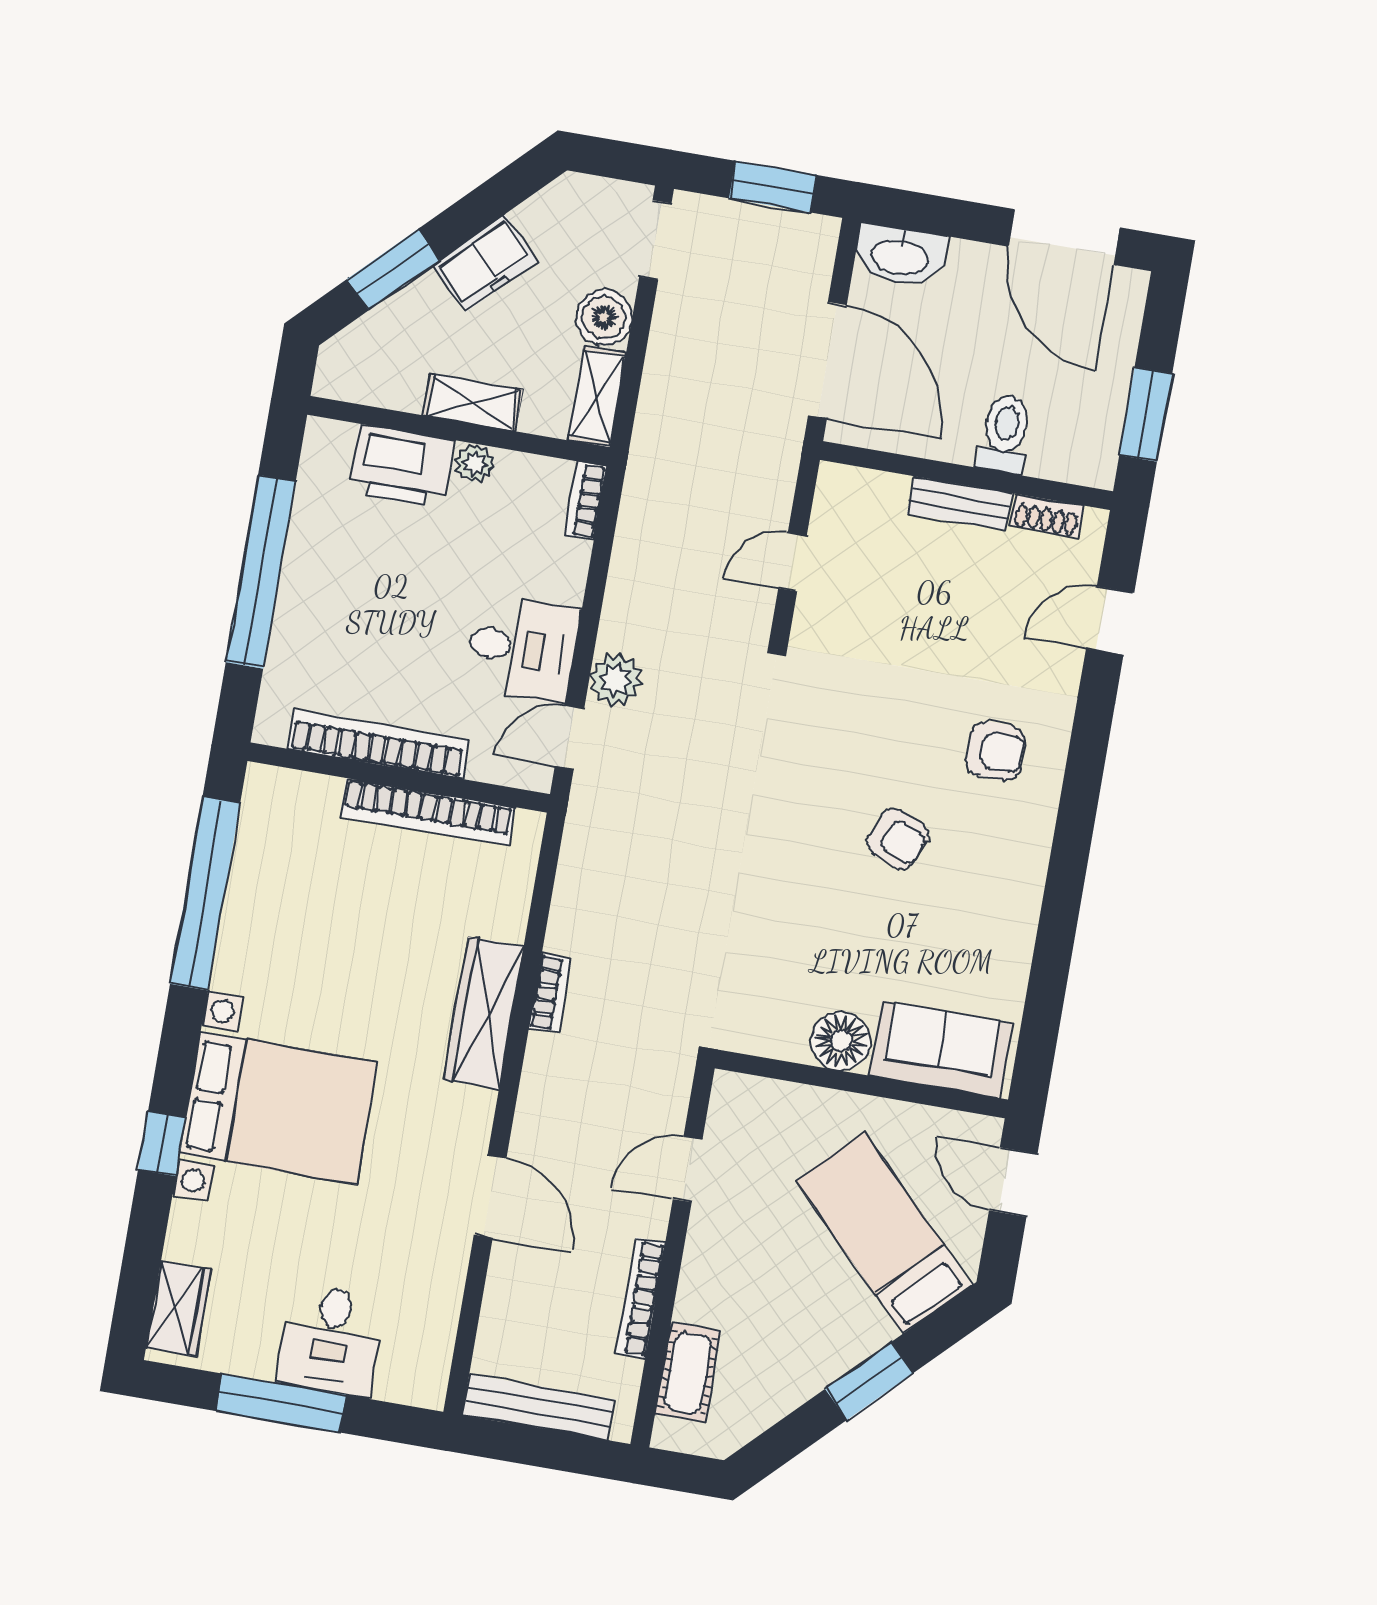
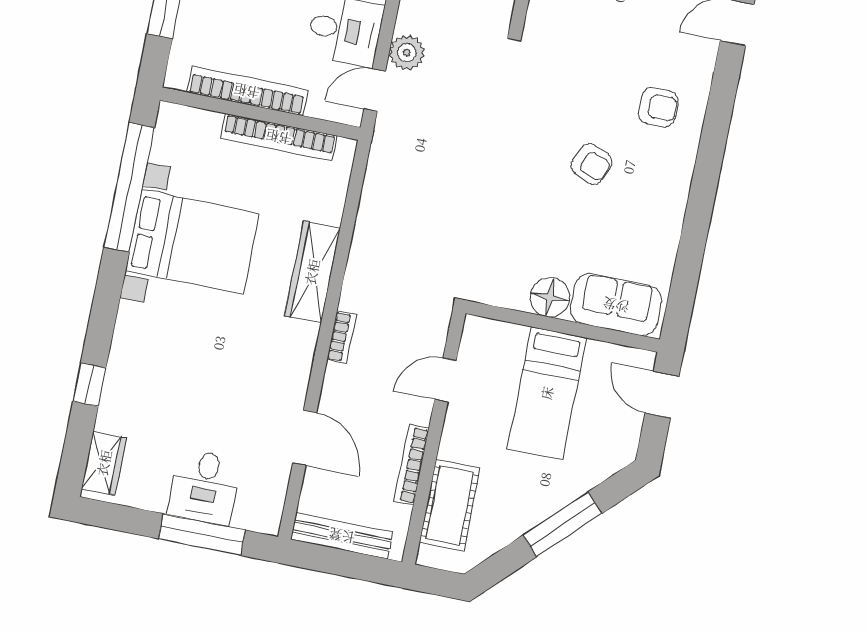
bookcase: (550, 993) -> (342, 337), moved
bed with nightstands: (279, 1108) -> (192, 242), moved
window: (162, 1144) -> (89, 385), moved
door: (490, 1196) -> (305, 438), moved
bed: (884, 1233) -> (547, 393), moved, turned -135
cot: (688, 1373) -> (450, 505), width x1.37, depth x1.34
window: (869, 1381) -> (562, 524), width x1.44
window: (281, 1403) -> (202, 535), moved

